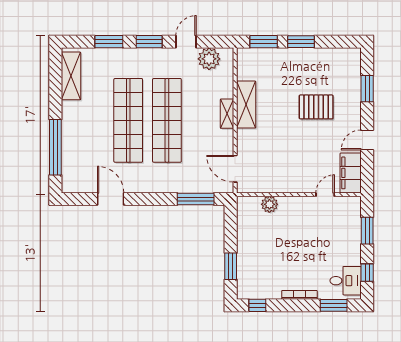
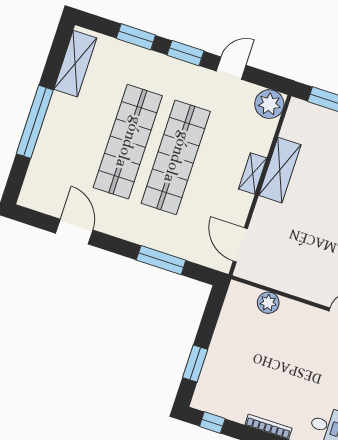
plant: (209, 59) -> (269, 104), moved
window: (55, 147) -> (35, 122), moved
window: (196, 199) -> (161, 260), moved

